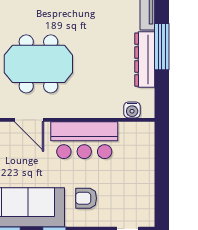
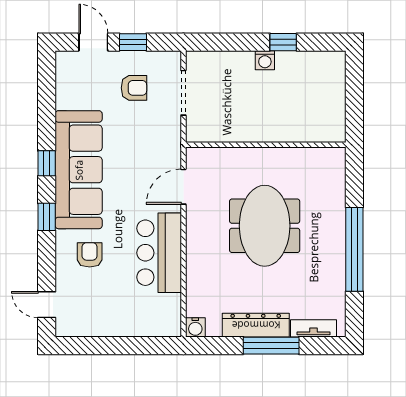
meeting table: (38, 64) -> (265, 226), moved
water cooler: (132, 110) -> (195, 327), moved, turned -90

